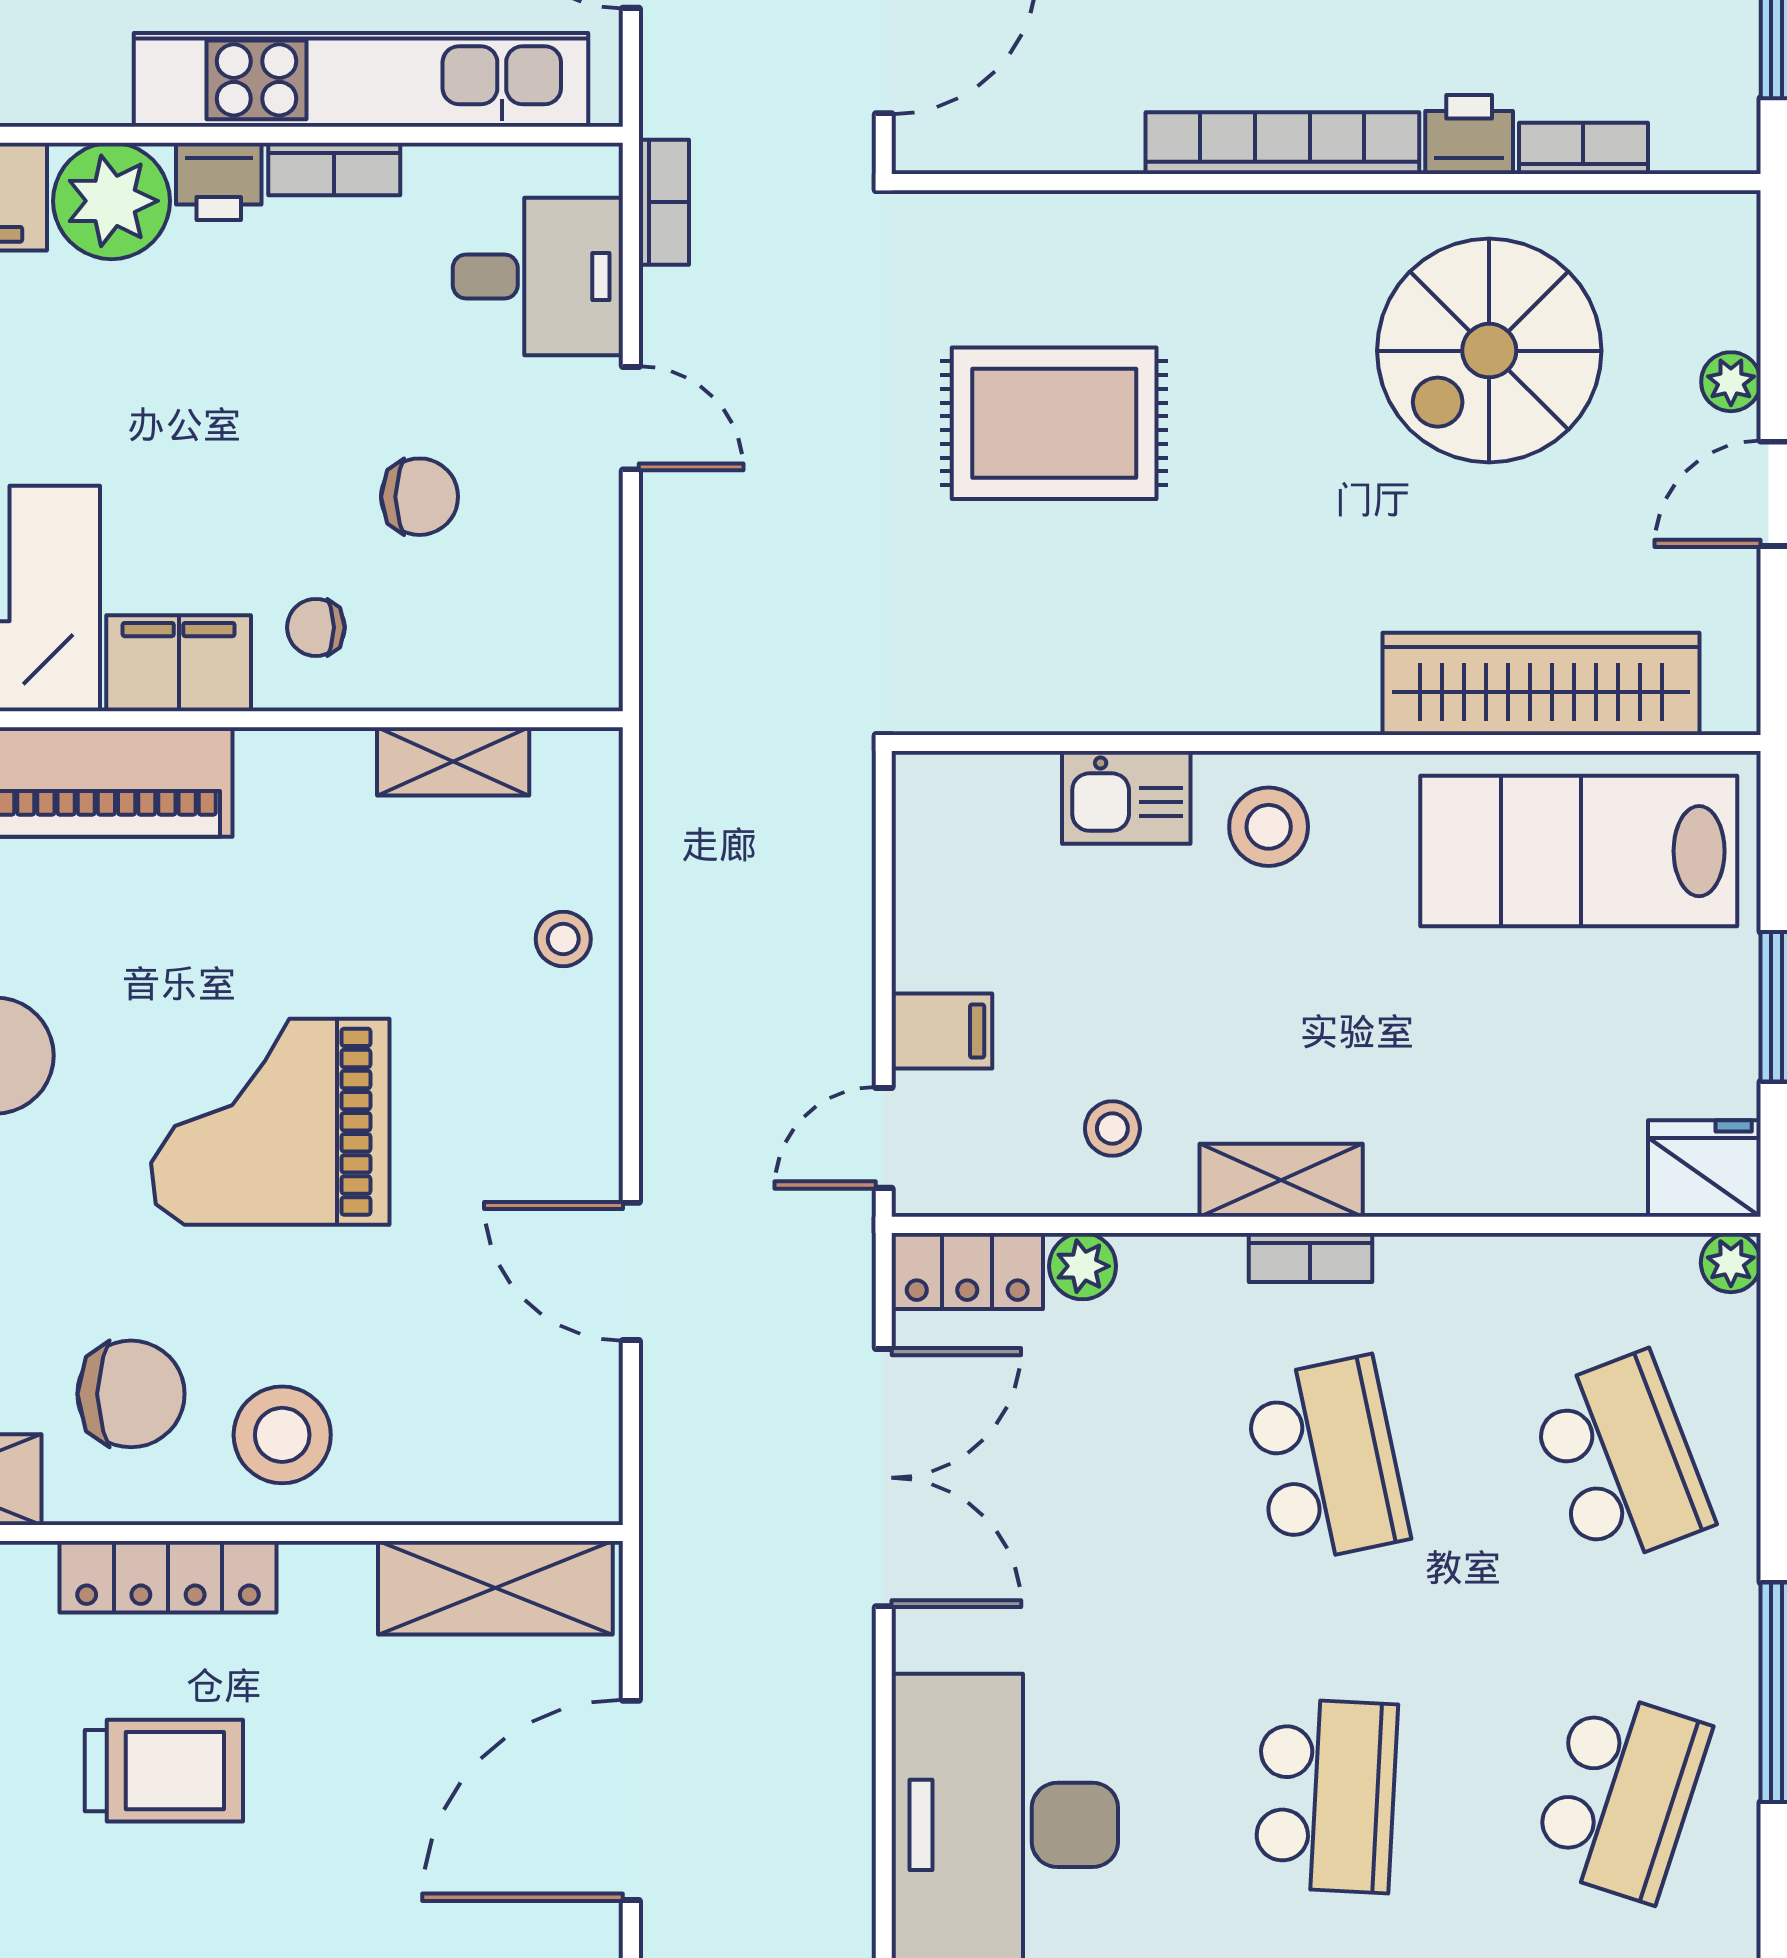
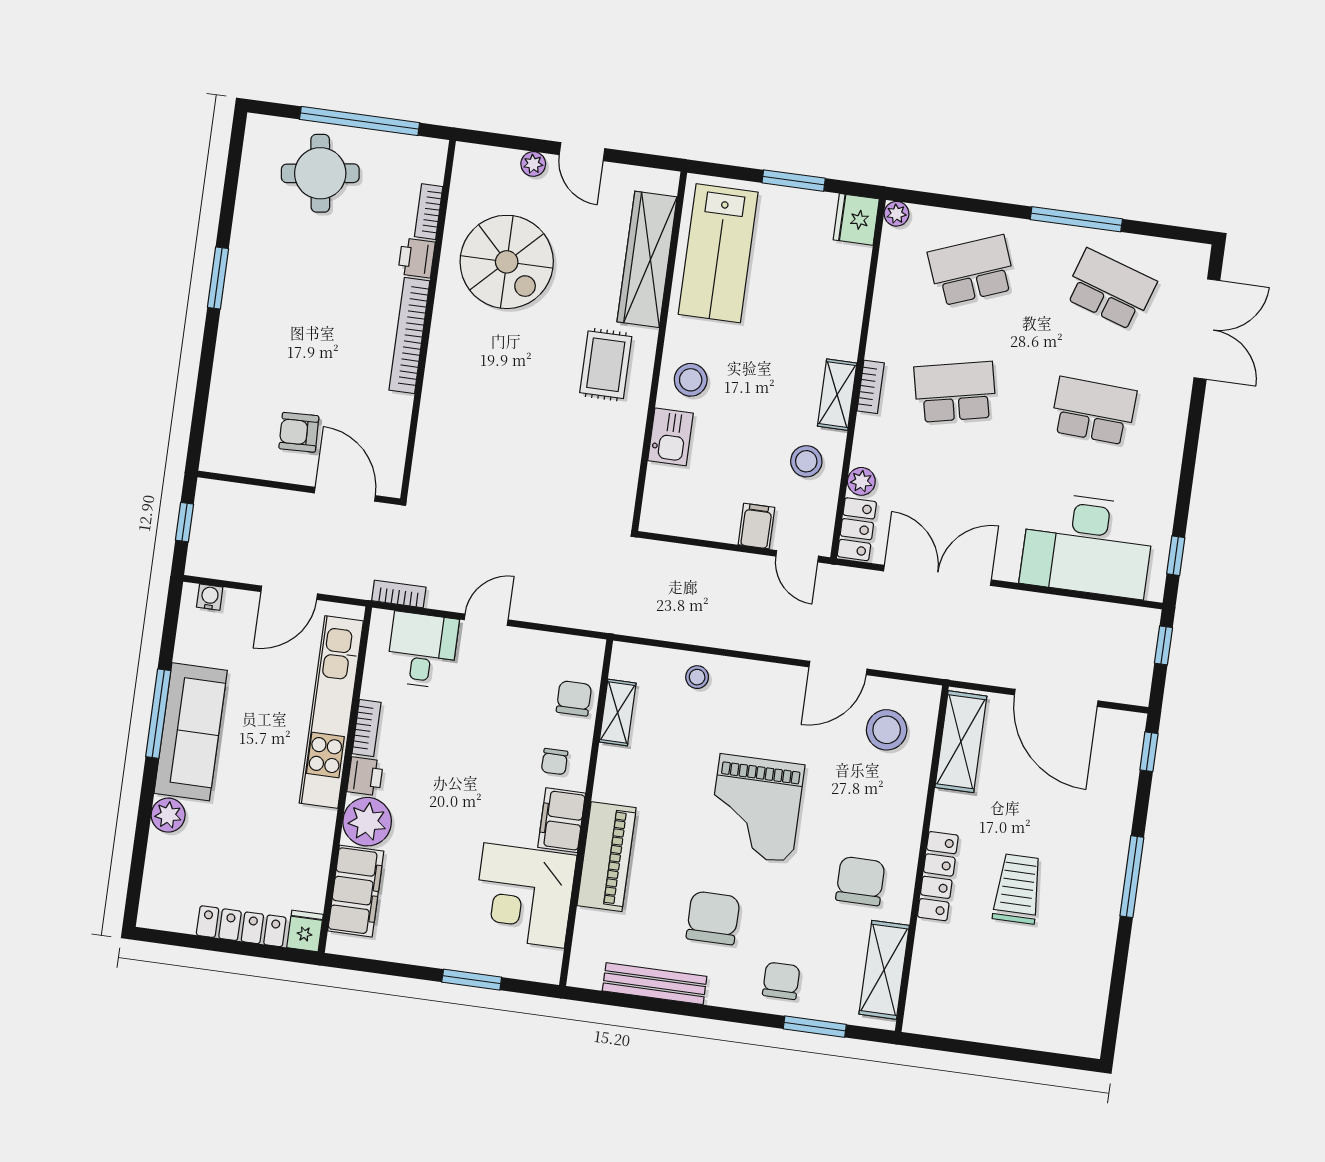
rug: (1054, 423) -> (606, 365), moved, width x0.73, depth x0.70
chair: (420, 497) -> (574, 698), moved
stool: (1112, 1129) -> (806, 461), width x1.37, depth x1.37
stool: (282, 1435) -> (887, 730), moved

